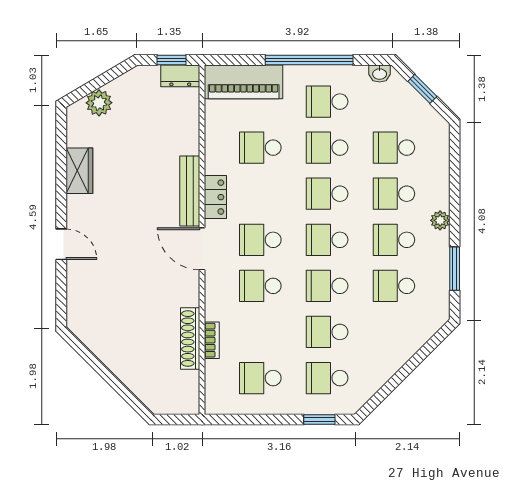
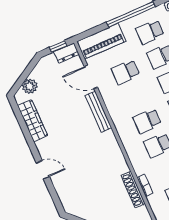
wardrobe: (79, 171) -> (33, 121), width x1.50
locker: (215, 197) -> (113, 109), removed
door: (202, 249) -> (91, 77), moved

